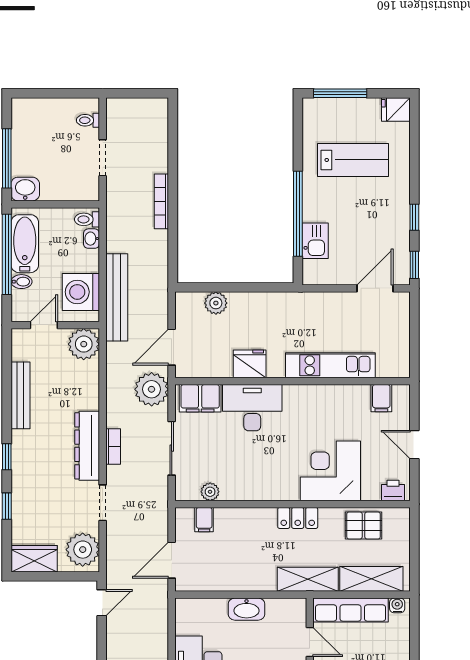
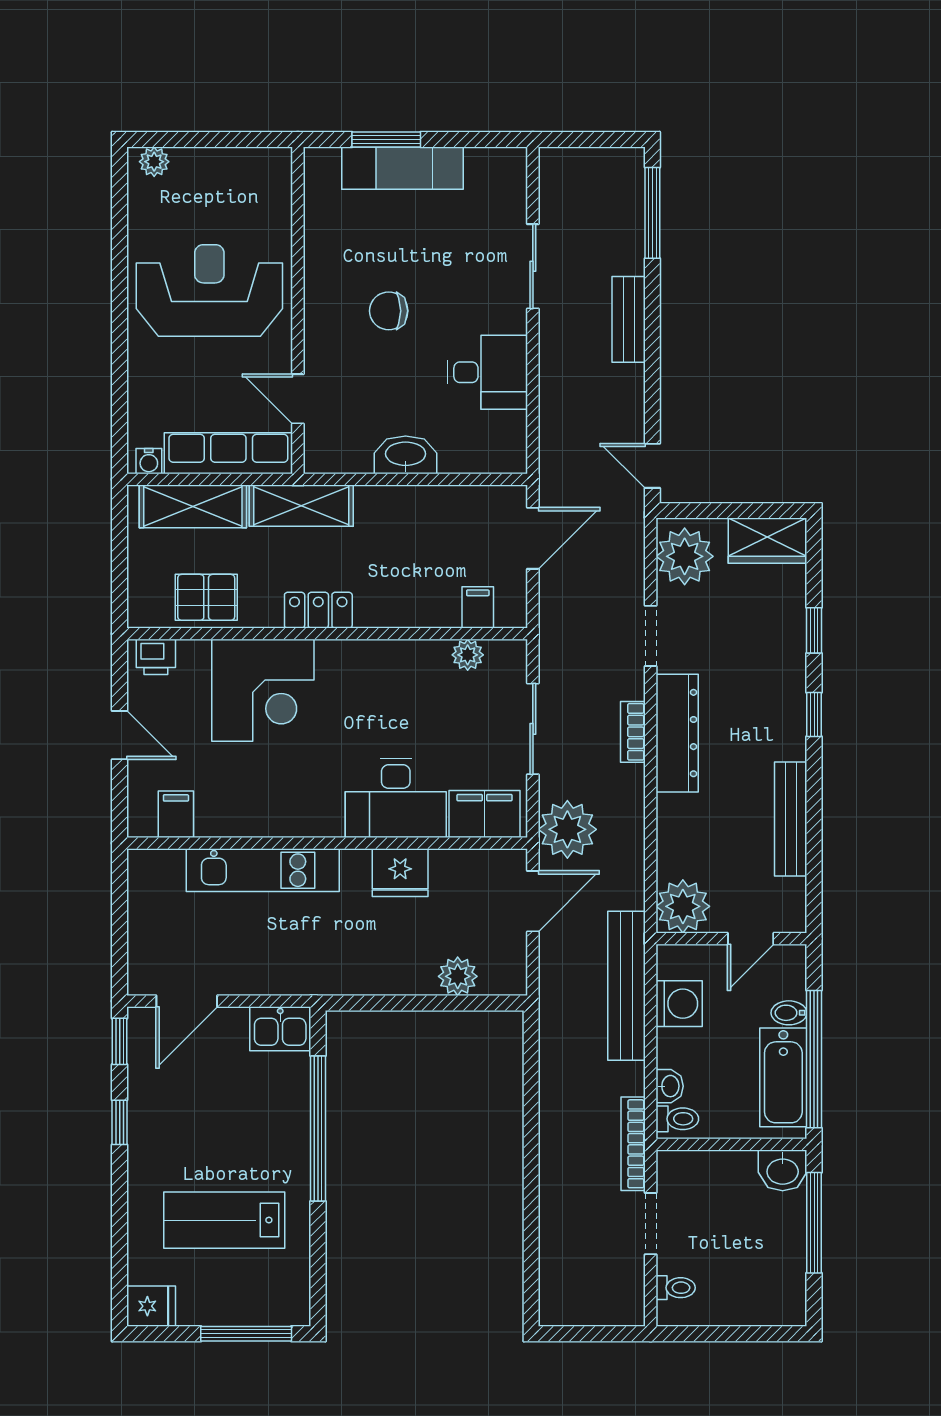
bookcase: (161, 201) -> (633, 1144), moved, turned 180
kitchen sink: (315, 241) -> (280, 1029), moved, turned -90
washing machine: (81, 292) -> (679, 1004), width x0.73, depth x0.73
door: (102, 603) -> (652, 466), hinge flipped

